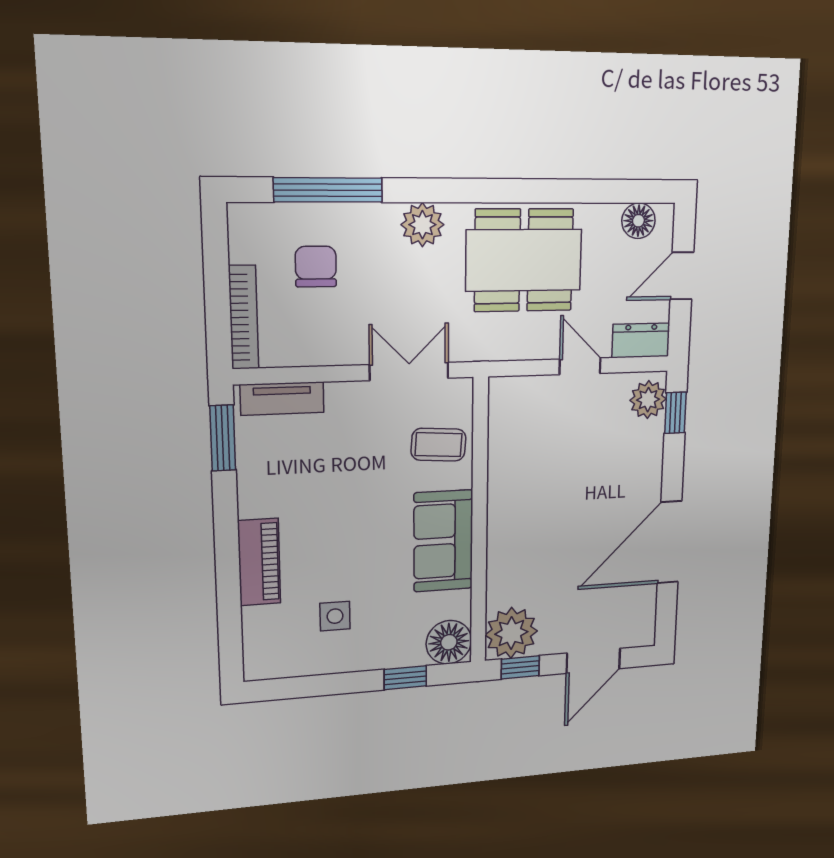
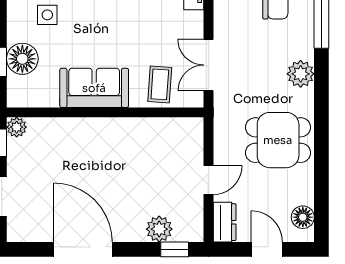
dining table: (524, 260) -> (278, 140), width x0.73
double door: (409, 371) -> (208, 65), swing flipped
plant: (648, 400) -> (159, 229), moved
plant: (511, 633) -> (17, 127), width x0.53, depth x0.53
floor lamp: (449, 642) -> (22, 59), moved

